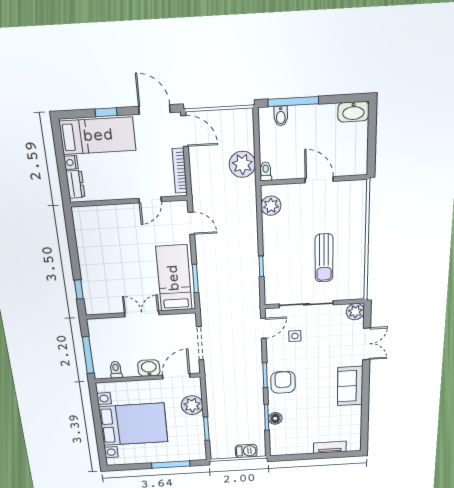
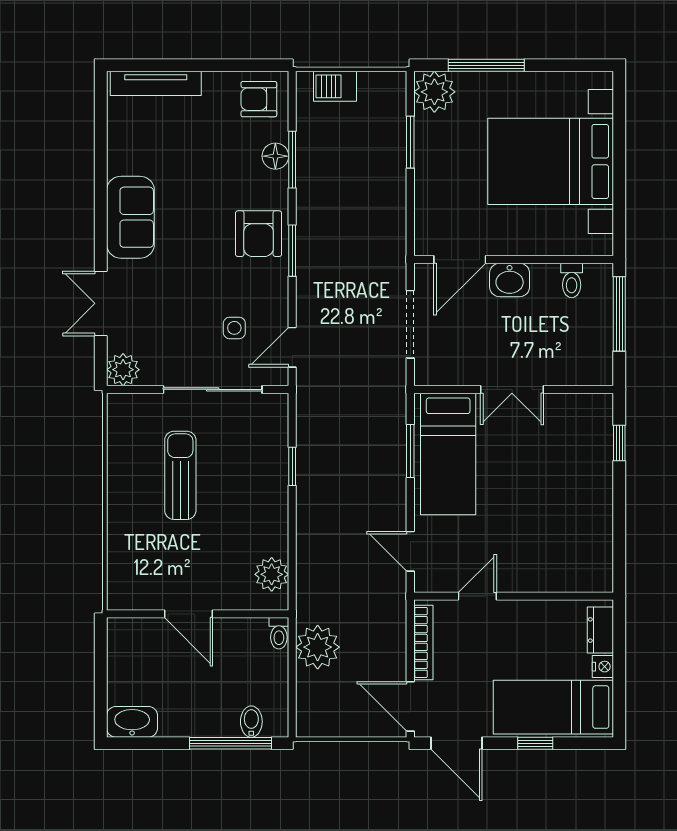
plant: (192, 405) -> (434, 92), moved
armchair: (284, 443) -> (259, 99), added
tv unit: (330, 447) -> (156, 83), width x1.41

